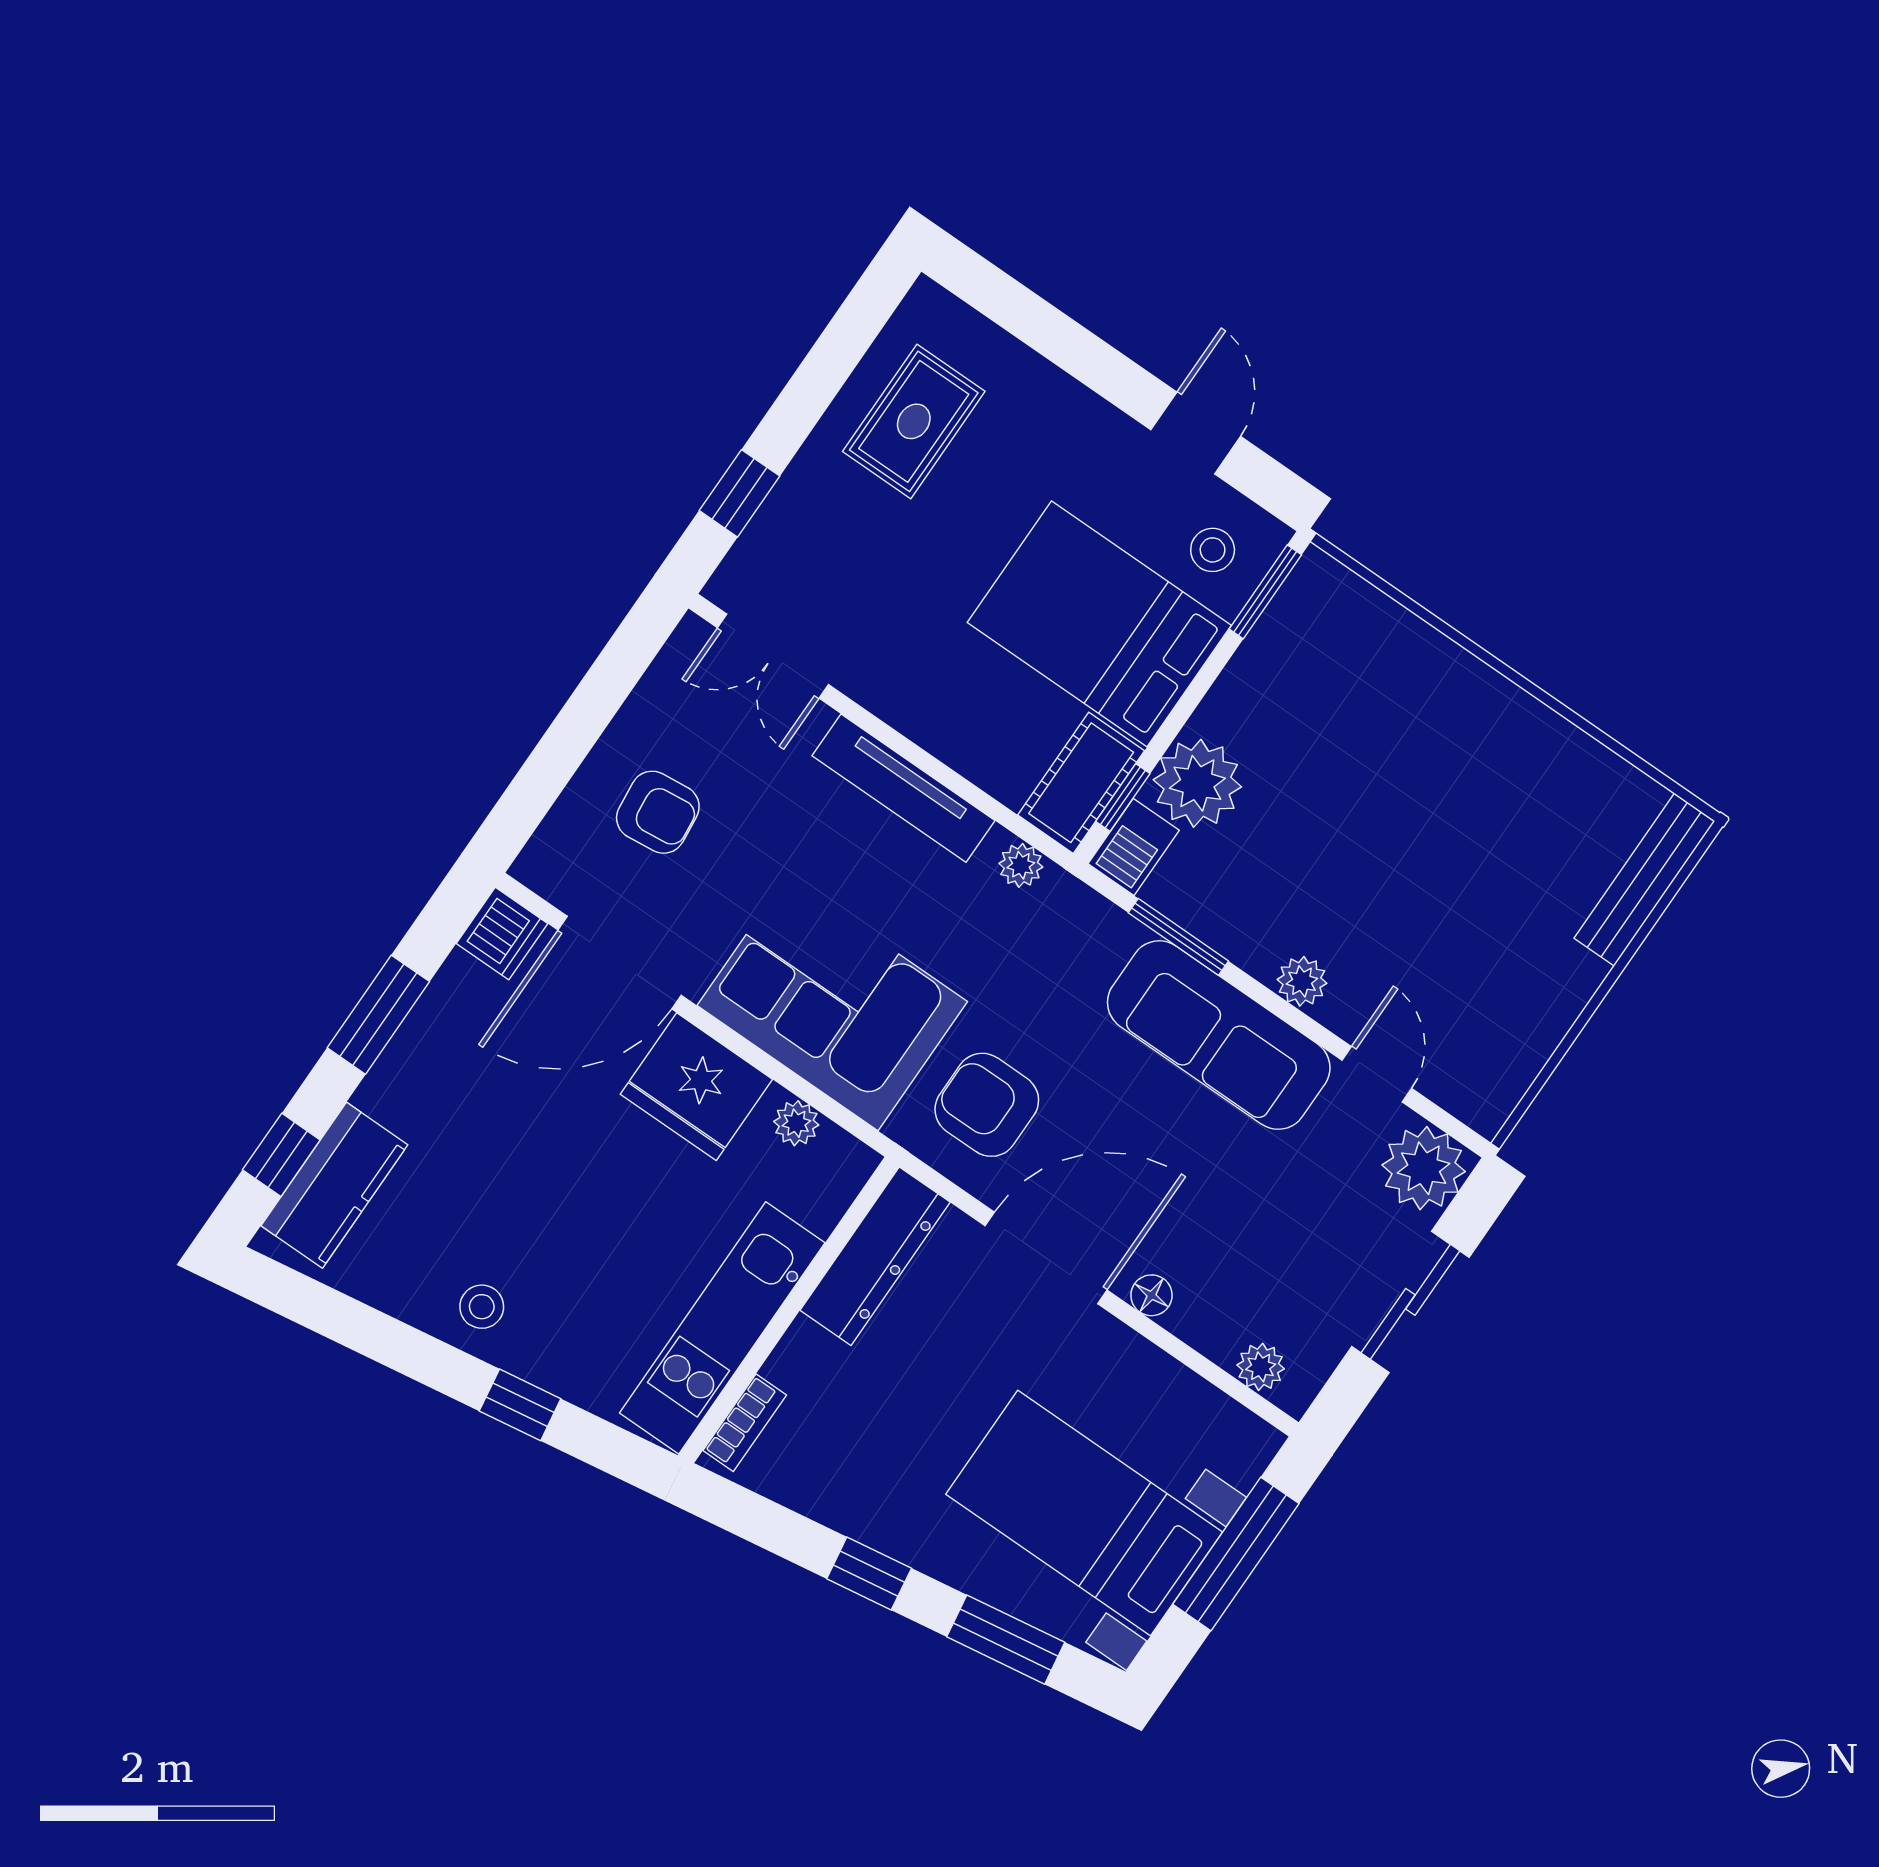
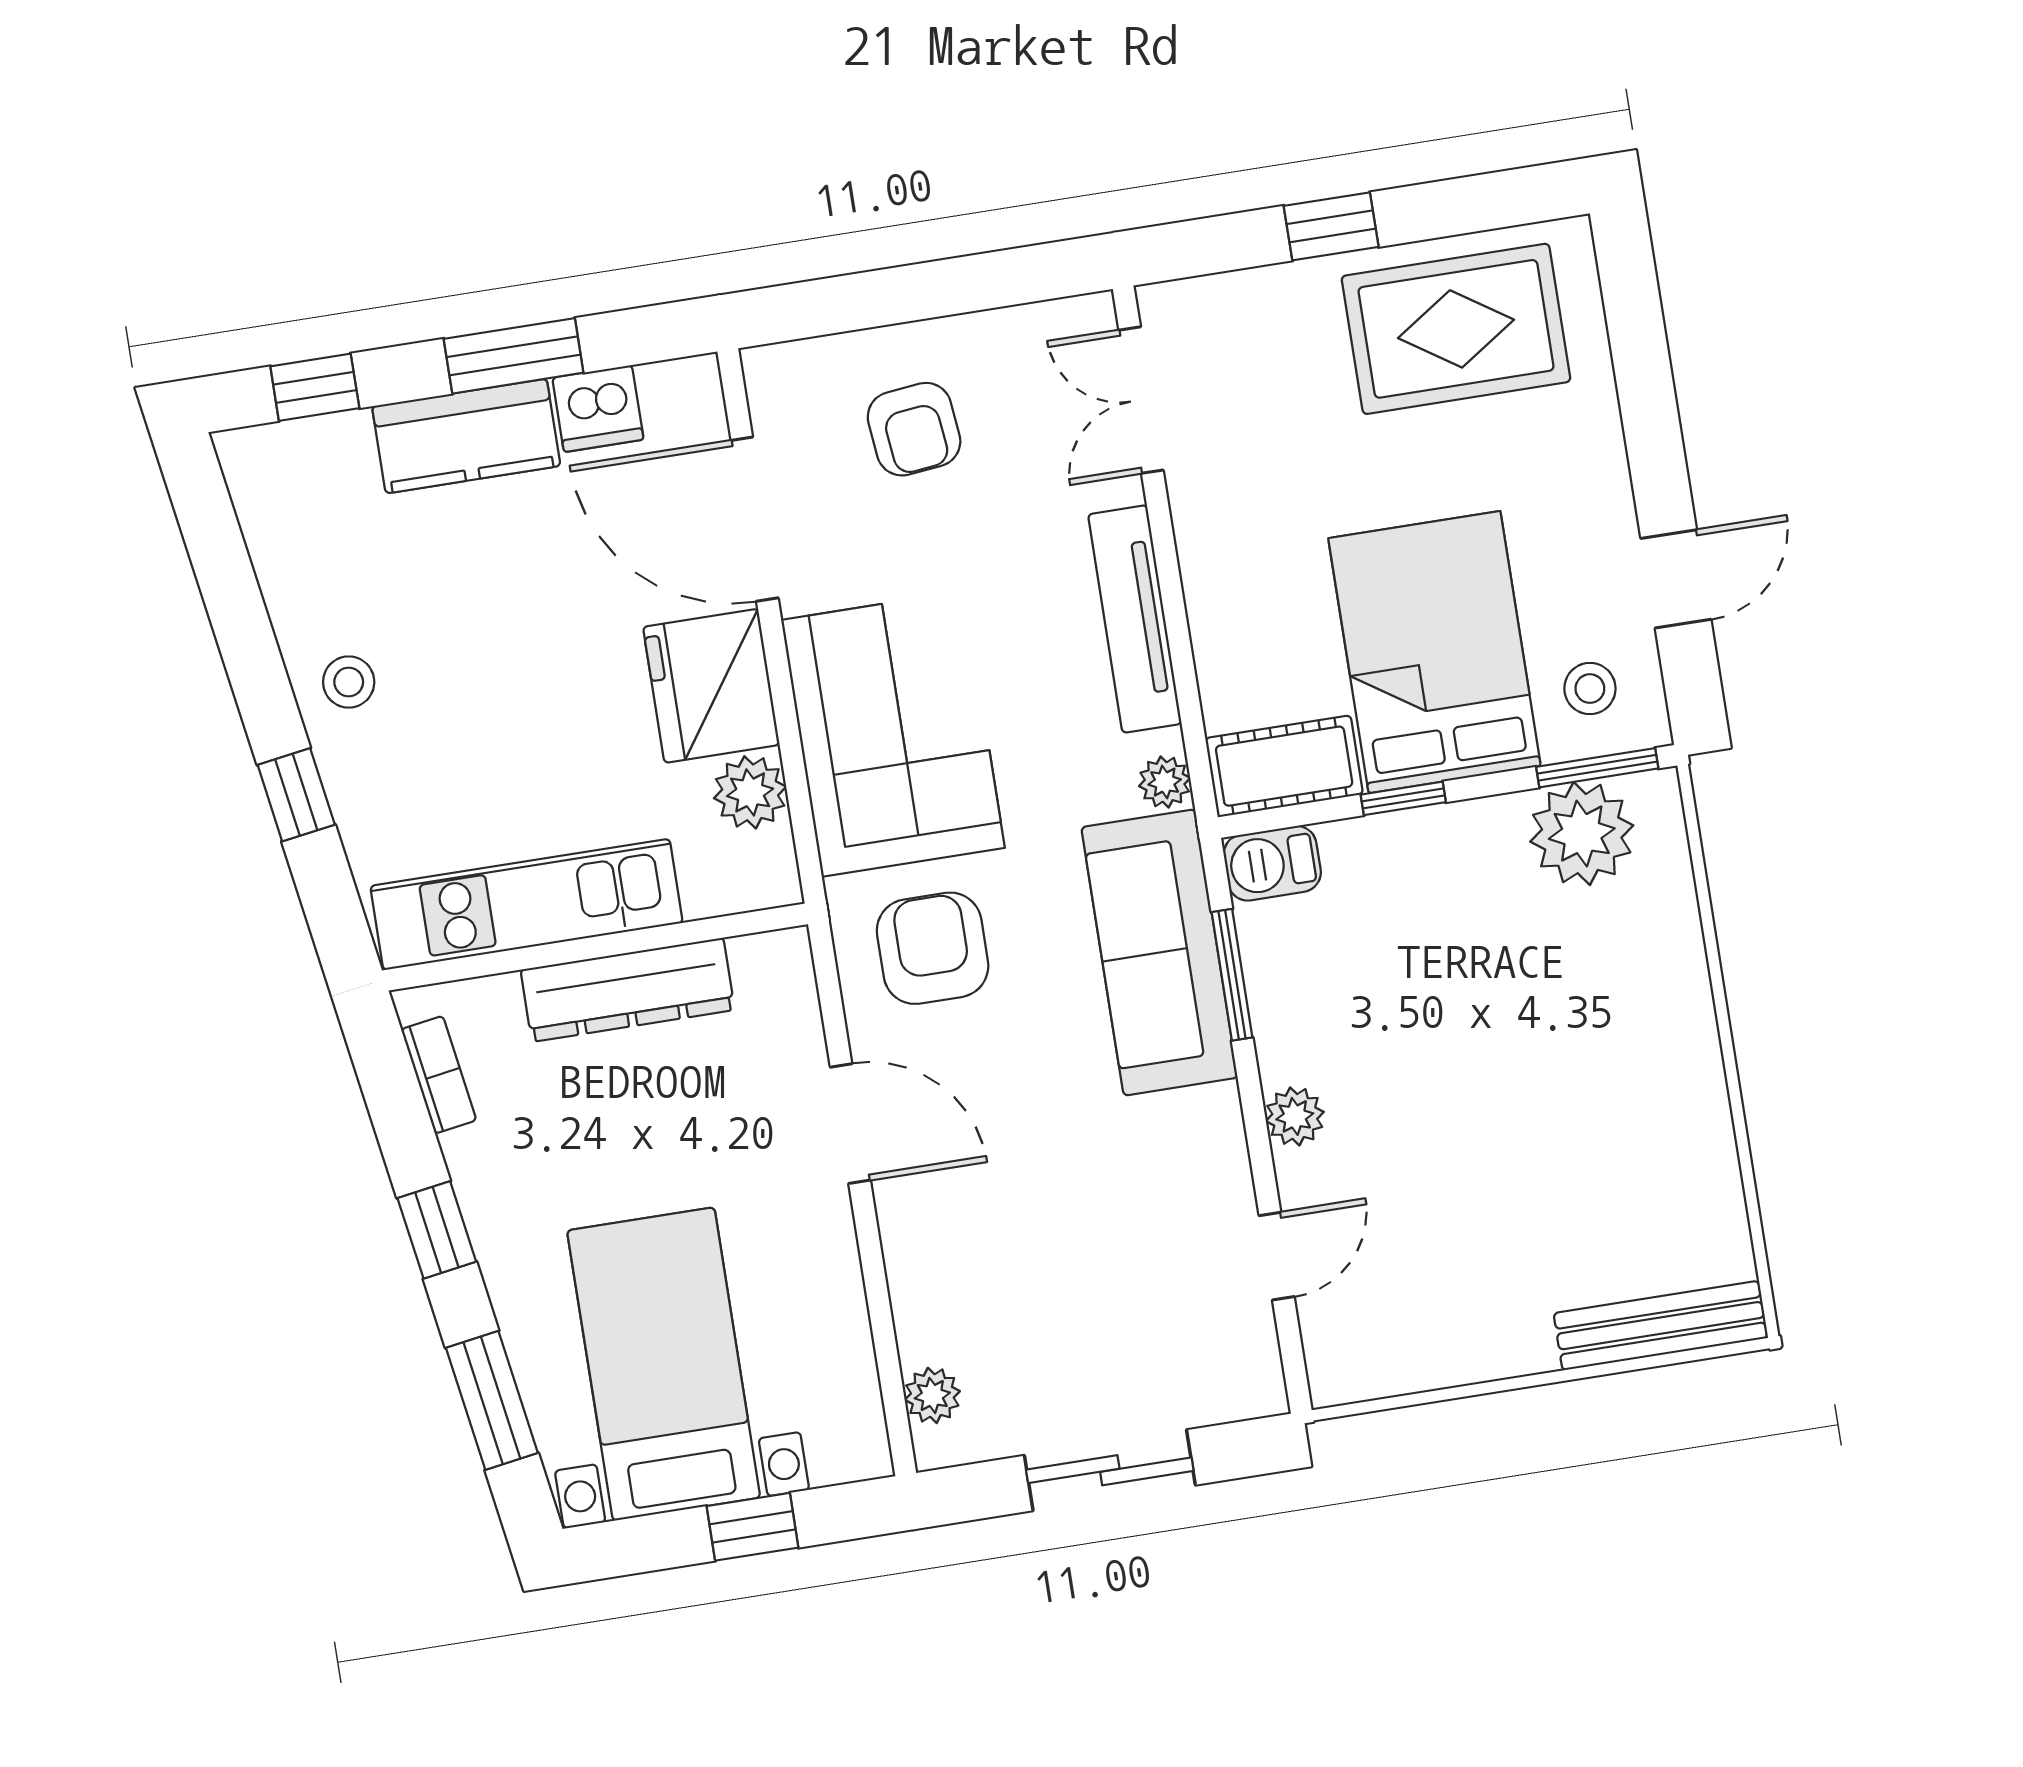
rug: (914, 421) -> (1456, 329), width x1.36, depth x1.43
window: (739, 493) -> (1331, 226), moved
plant: (1197, 783) -> (1582, 834), moved
window: (1123, 798) -> (1403, 798), moved
dishwasher: (502, 934) -> (598, 409), moved
sofa: (1219, 1035) -> (1159, 952), moved
plant: (796, 1123) -> (750, 792), width x1.38, depth x1.38
plant: (1424, 1168) -> (1234, 1373), removed
kitchen counter: (334, 1185) -> (466, 436), moved
dresser: (875, 1256) -> (628, 990), moved
door: (1046, 1258) -> (850, 1124), width x0.73
floor lamp: (1151, 1295) -> (904, 1244), removed
bookcase: (745, 1423) -> (439, 1075), moved, turned -99
window: (1236, 1554) -> (752, 1527), width x0.46

